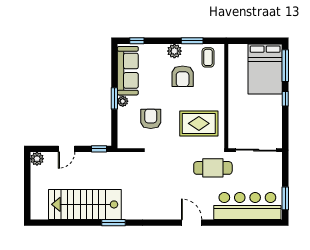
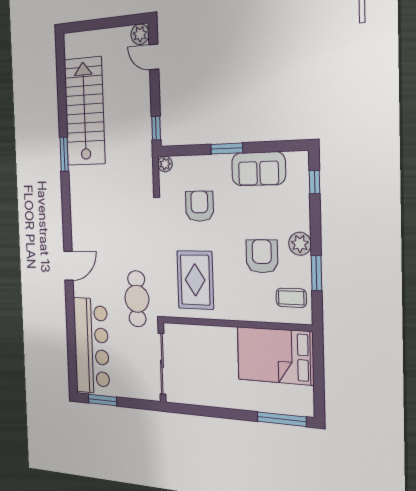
bed: (265, 69) -> (275, 356), moved
sofa: (128, 71) -> (258, 169), width x0.73
armchair: (183, 76) -> (262, 256), turned 90
window: (285, 99) -> (233, 414), removed
plant: (123, 101) -> (165, 164), moved
armchair: (151, 119) -> (199, 206), turned -90
door: (67, 149) -> (154, 57), moved

